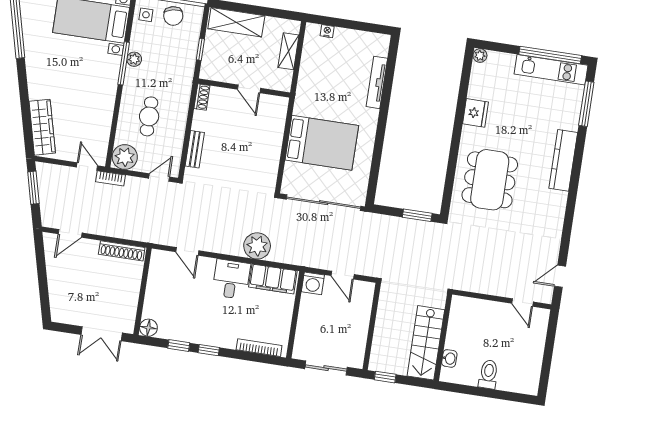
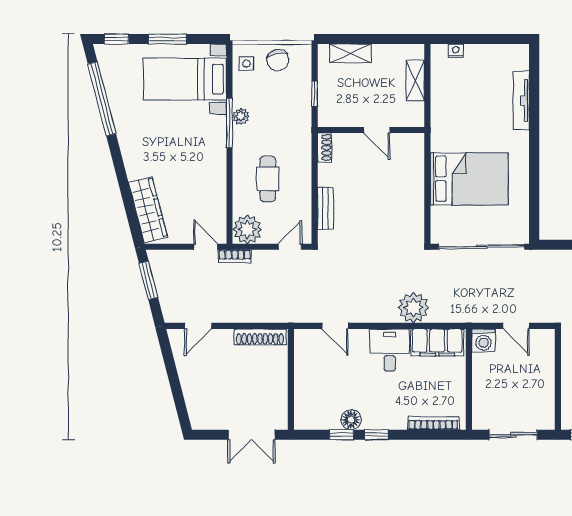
shelving: (236, 22) -> (351, 53), width x0.67, depth x0.75
floor lamp: (148, 328) -> (351, 420), moved

